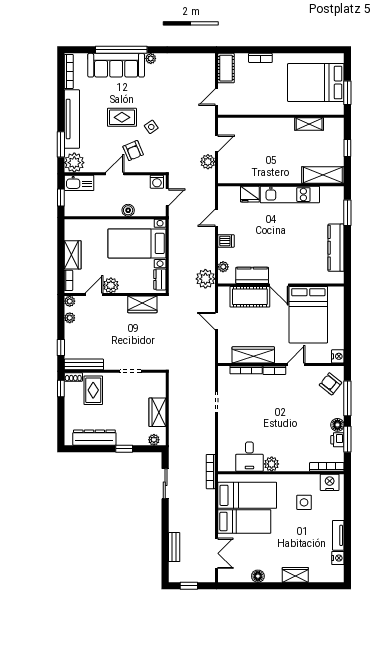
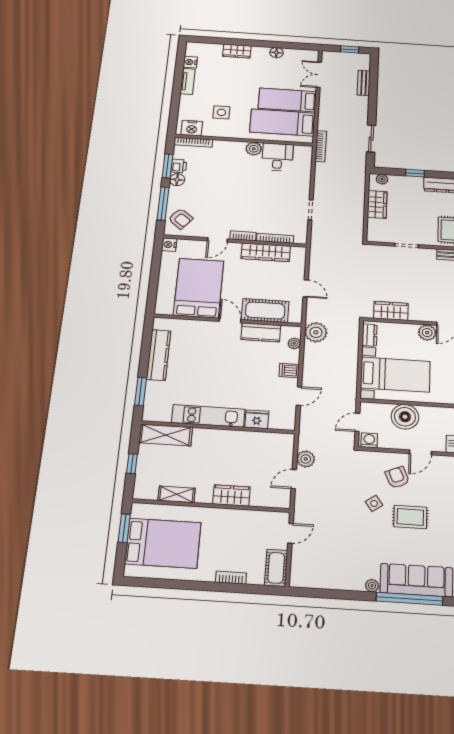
wardrobe: (265, 126) -> (231, 496), added
boiler: (128, 210) -> (405, 417), width x1.86, depth x1.86

